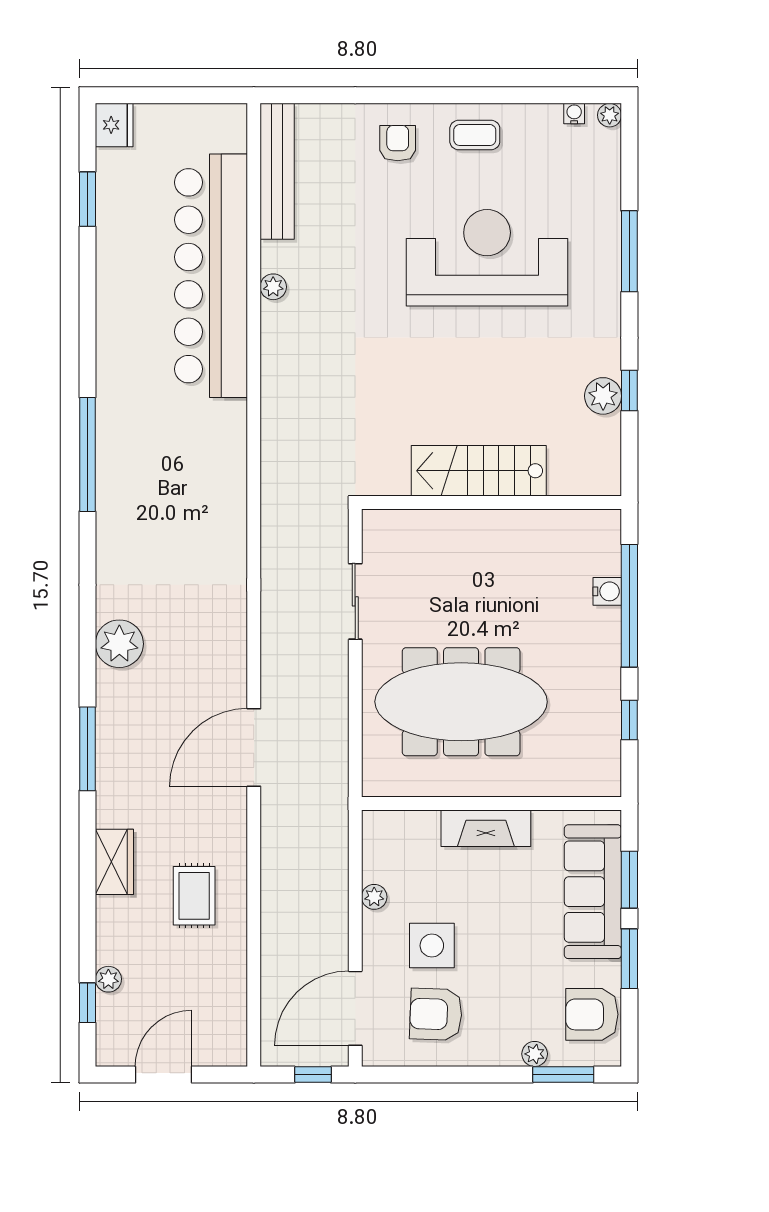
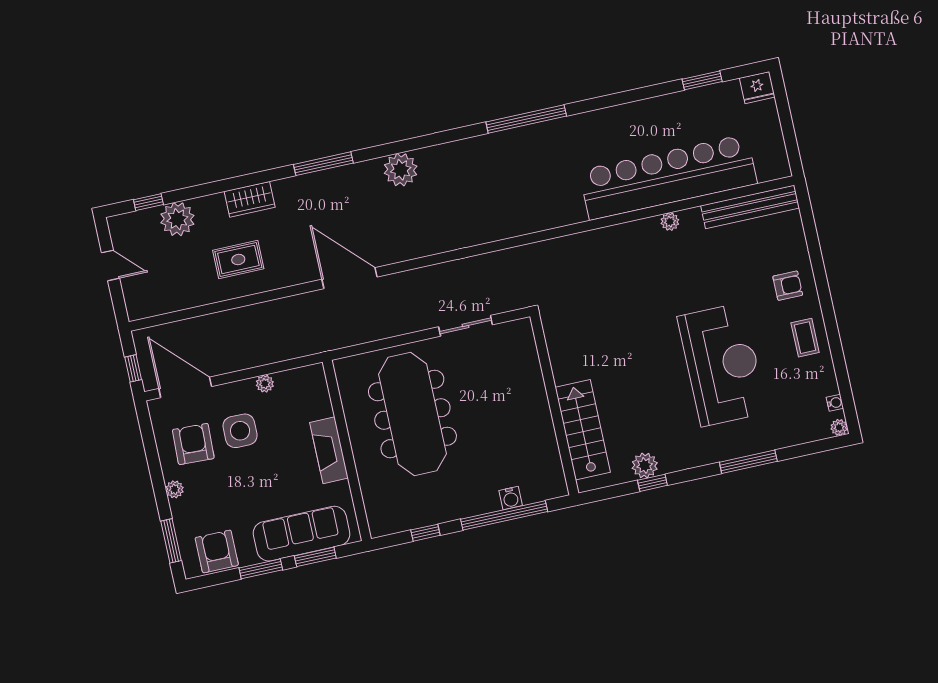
stairs: (479, 471) -> (583, 430), moved
plant: (108, 979) -> (177, 219), width x1.87, depth x1.87
plant: (535, 1054) -> (175, 489), moved
door: (164, 1075) -> (110, 265), width x0.73

